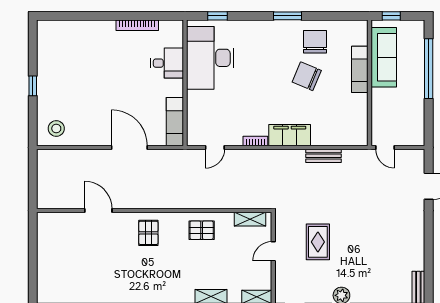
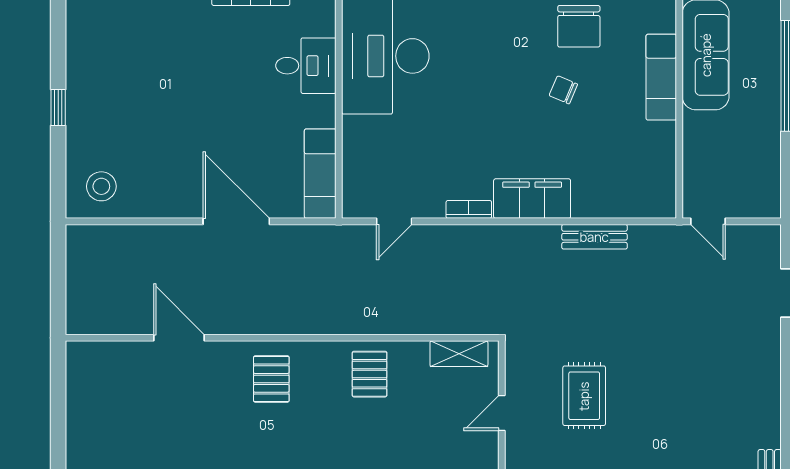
chair: (315, 42) -> (579, 26), turned 180
chair: (307, 76) -> (563, 90), width x0.54, depth x0.54
pallet: (202, 230) -> (370, 374), turned 90

